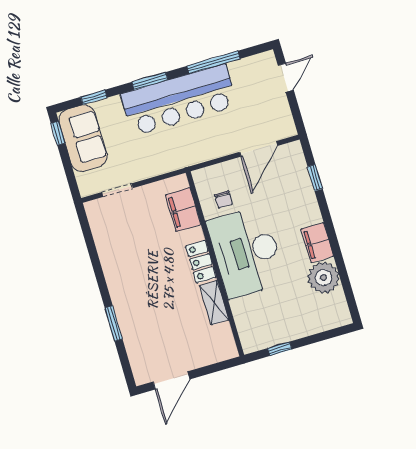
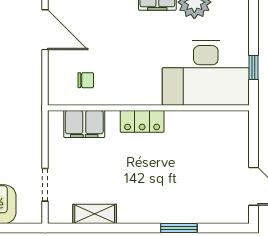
desk: (246, 252) -> (206, 73), moved
shelving: (214, 303) -> (95, 214), moved

